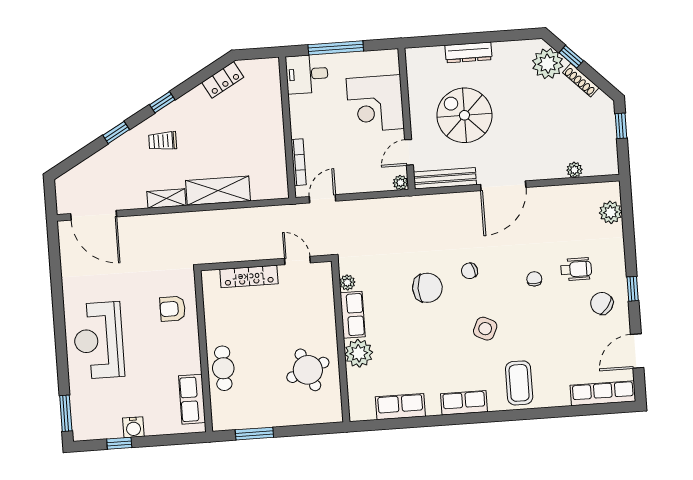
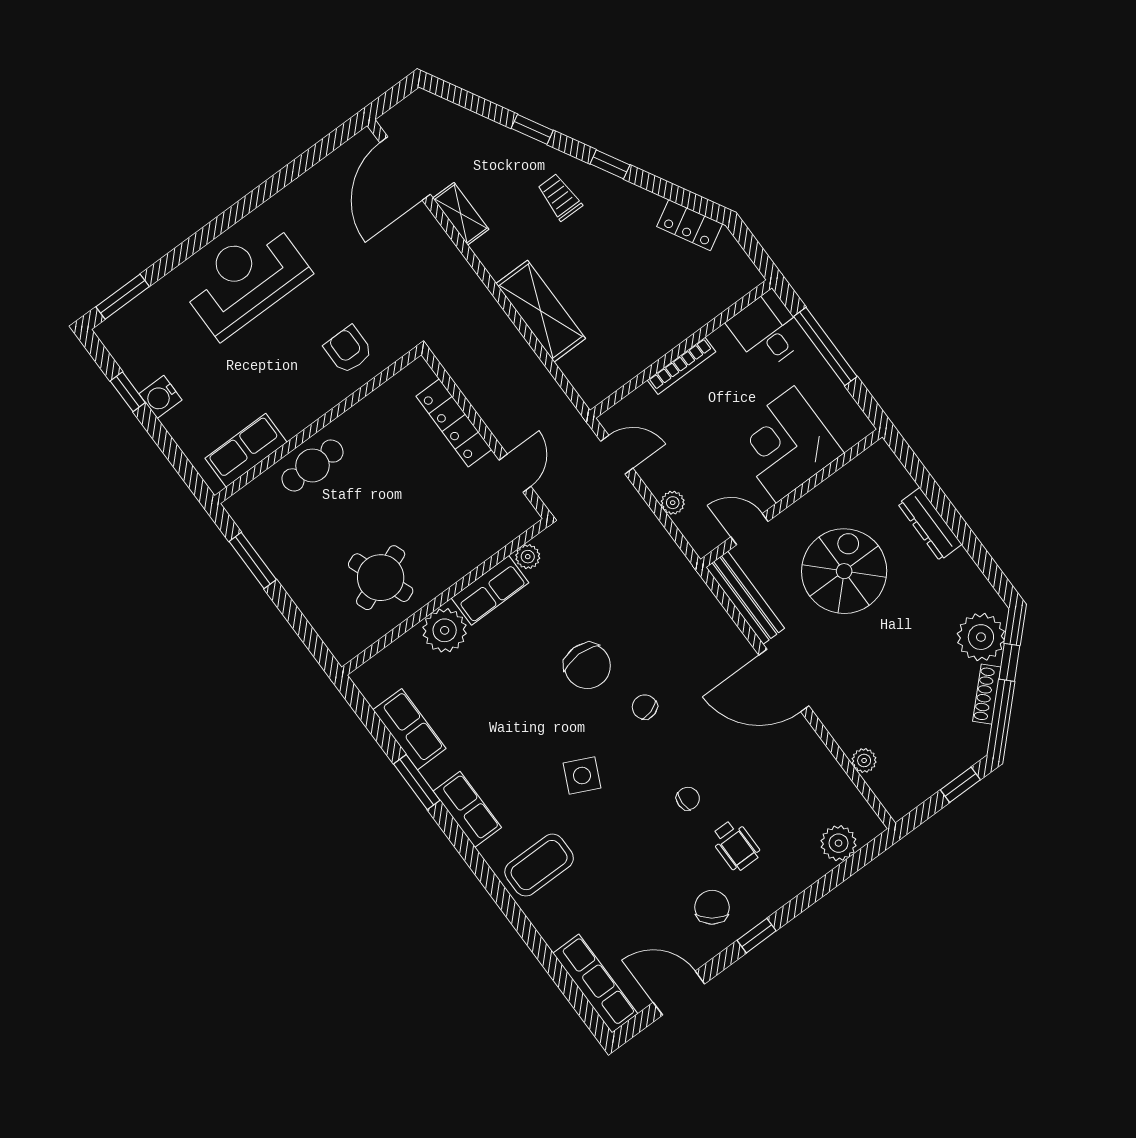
bookcase: (299, 162) -> (681, 366), moved
plant: (401, 183) -> (673, 503), moved
shelving: (166, 198) -> (461, 214), moved
window: (432, 421) -> (417, 782), added

